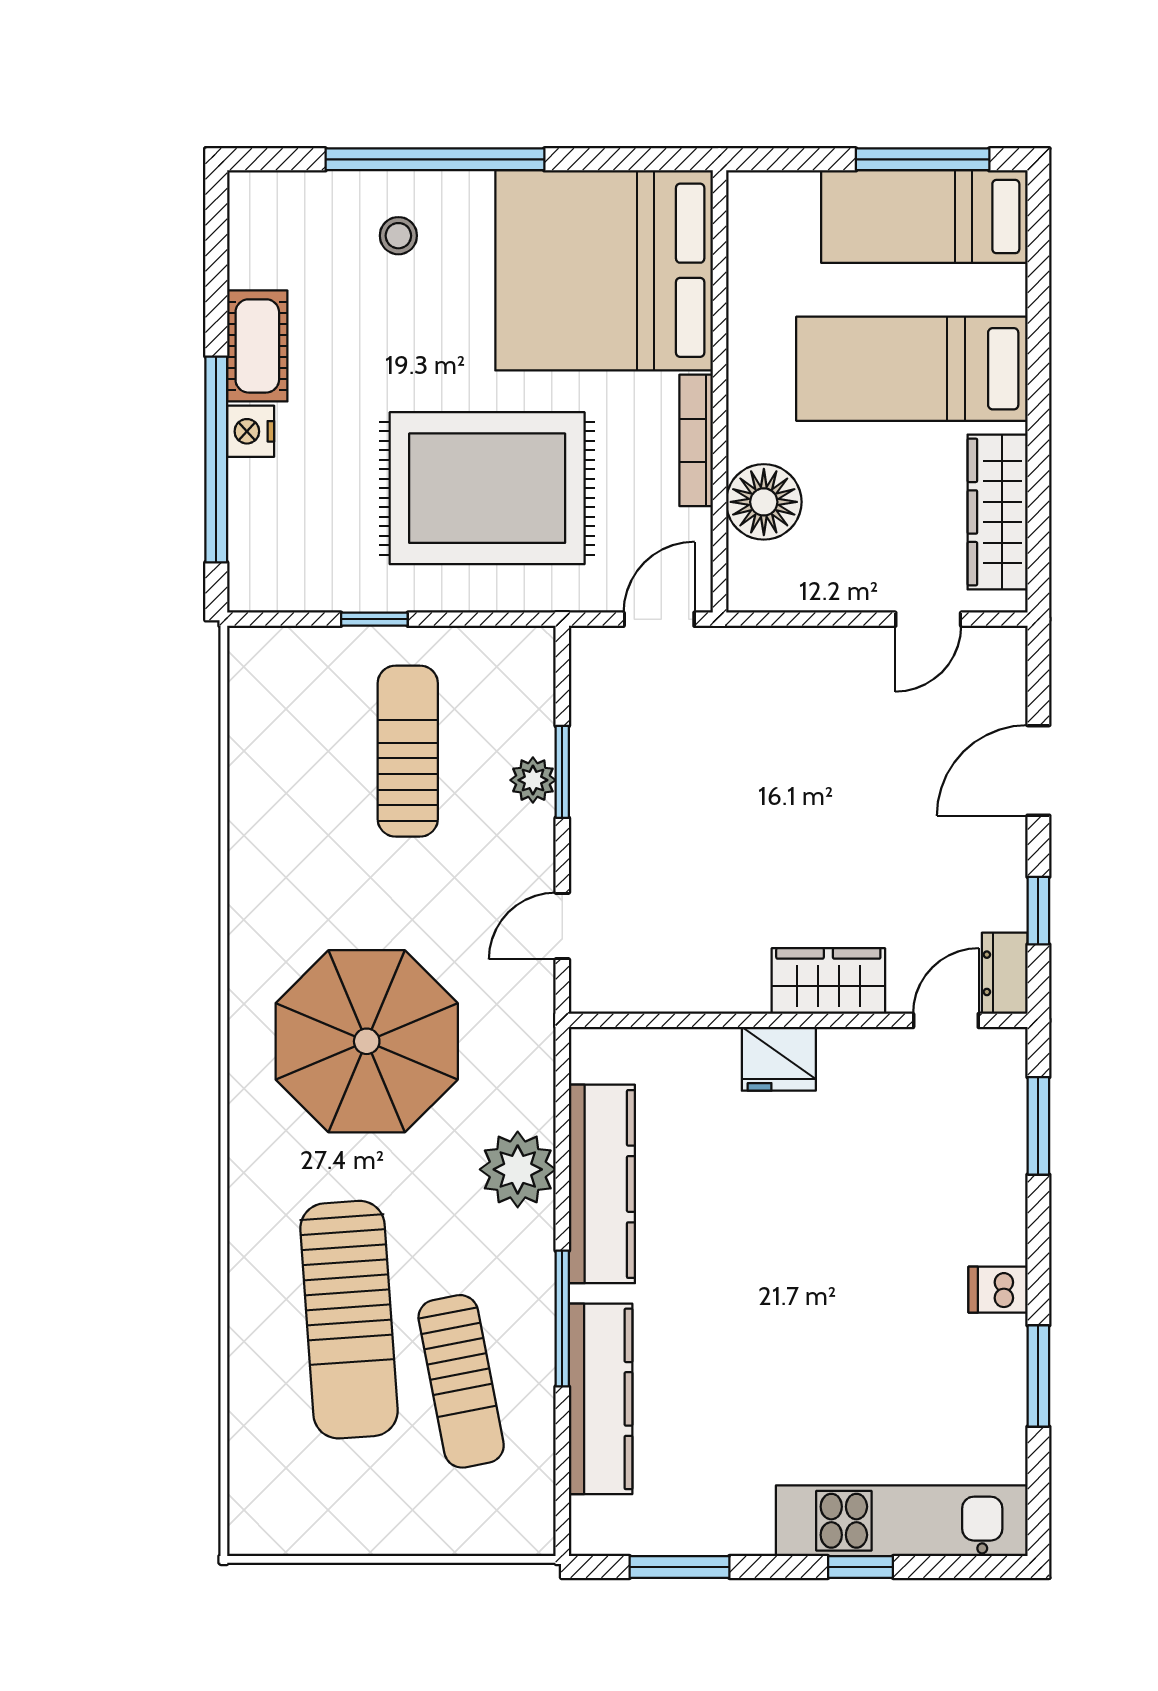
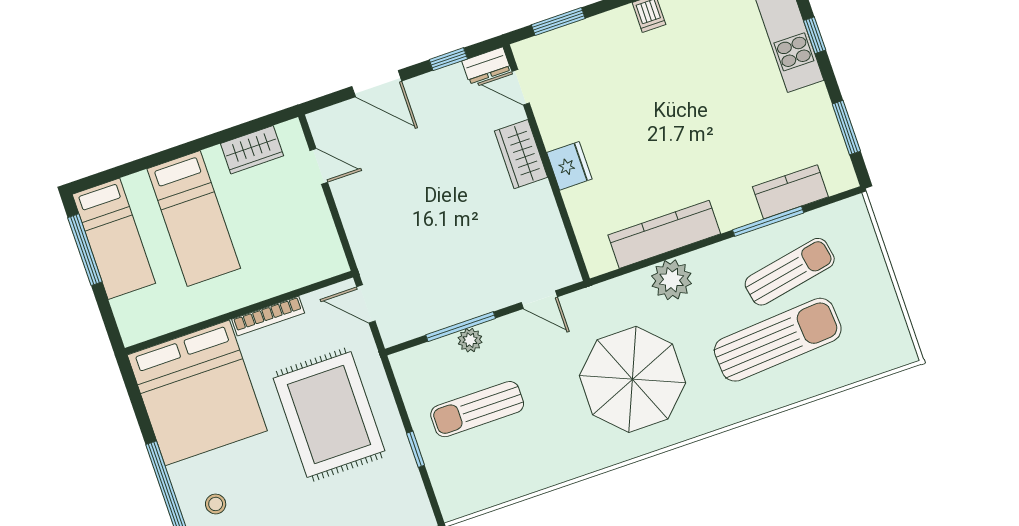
floor lamp: (764, 502) -> (288, 271), removed
wardrobe: (998, 512) -> (252, 150), width x0.67
window: (562, 772) -> (461, 327), width x1.44
window: (562, 1319) -> (768, 221), moved
kitchen counter: (601, 1399) -> (790, 192), width x0.67

